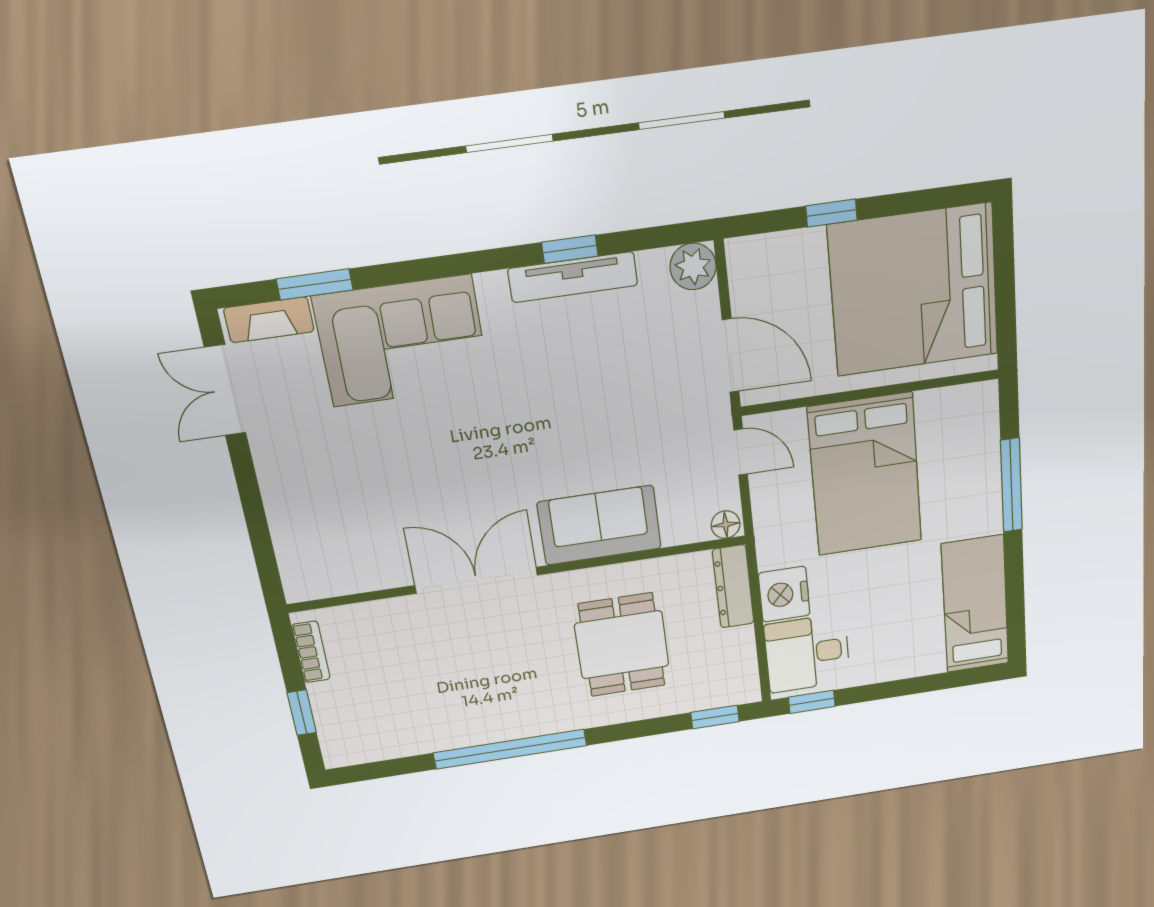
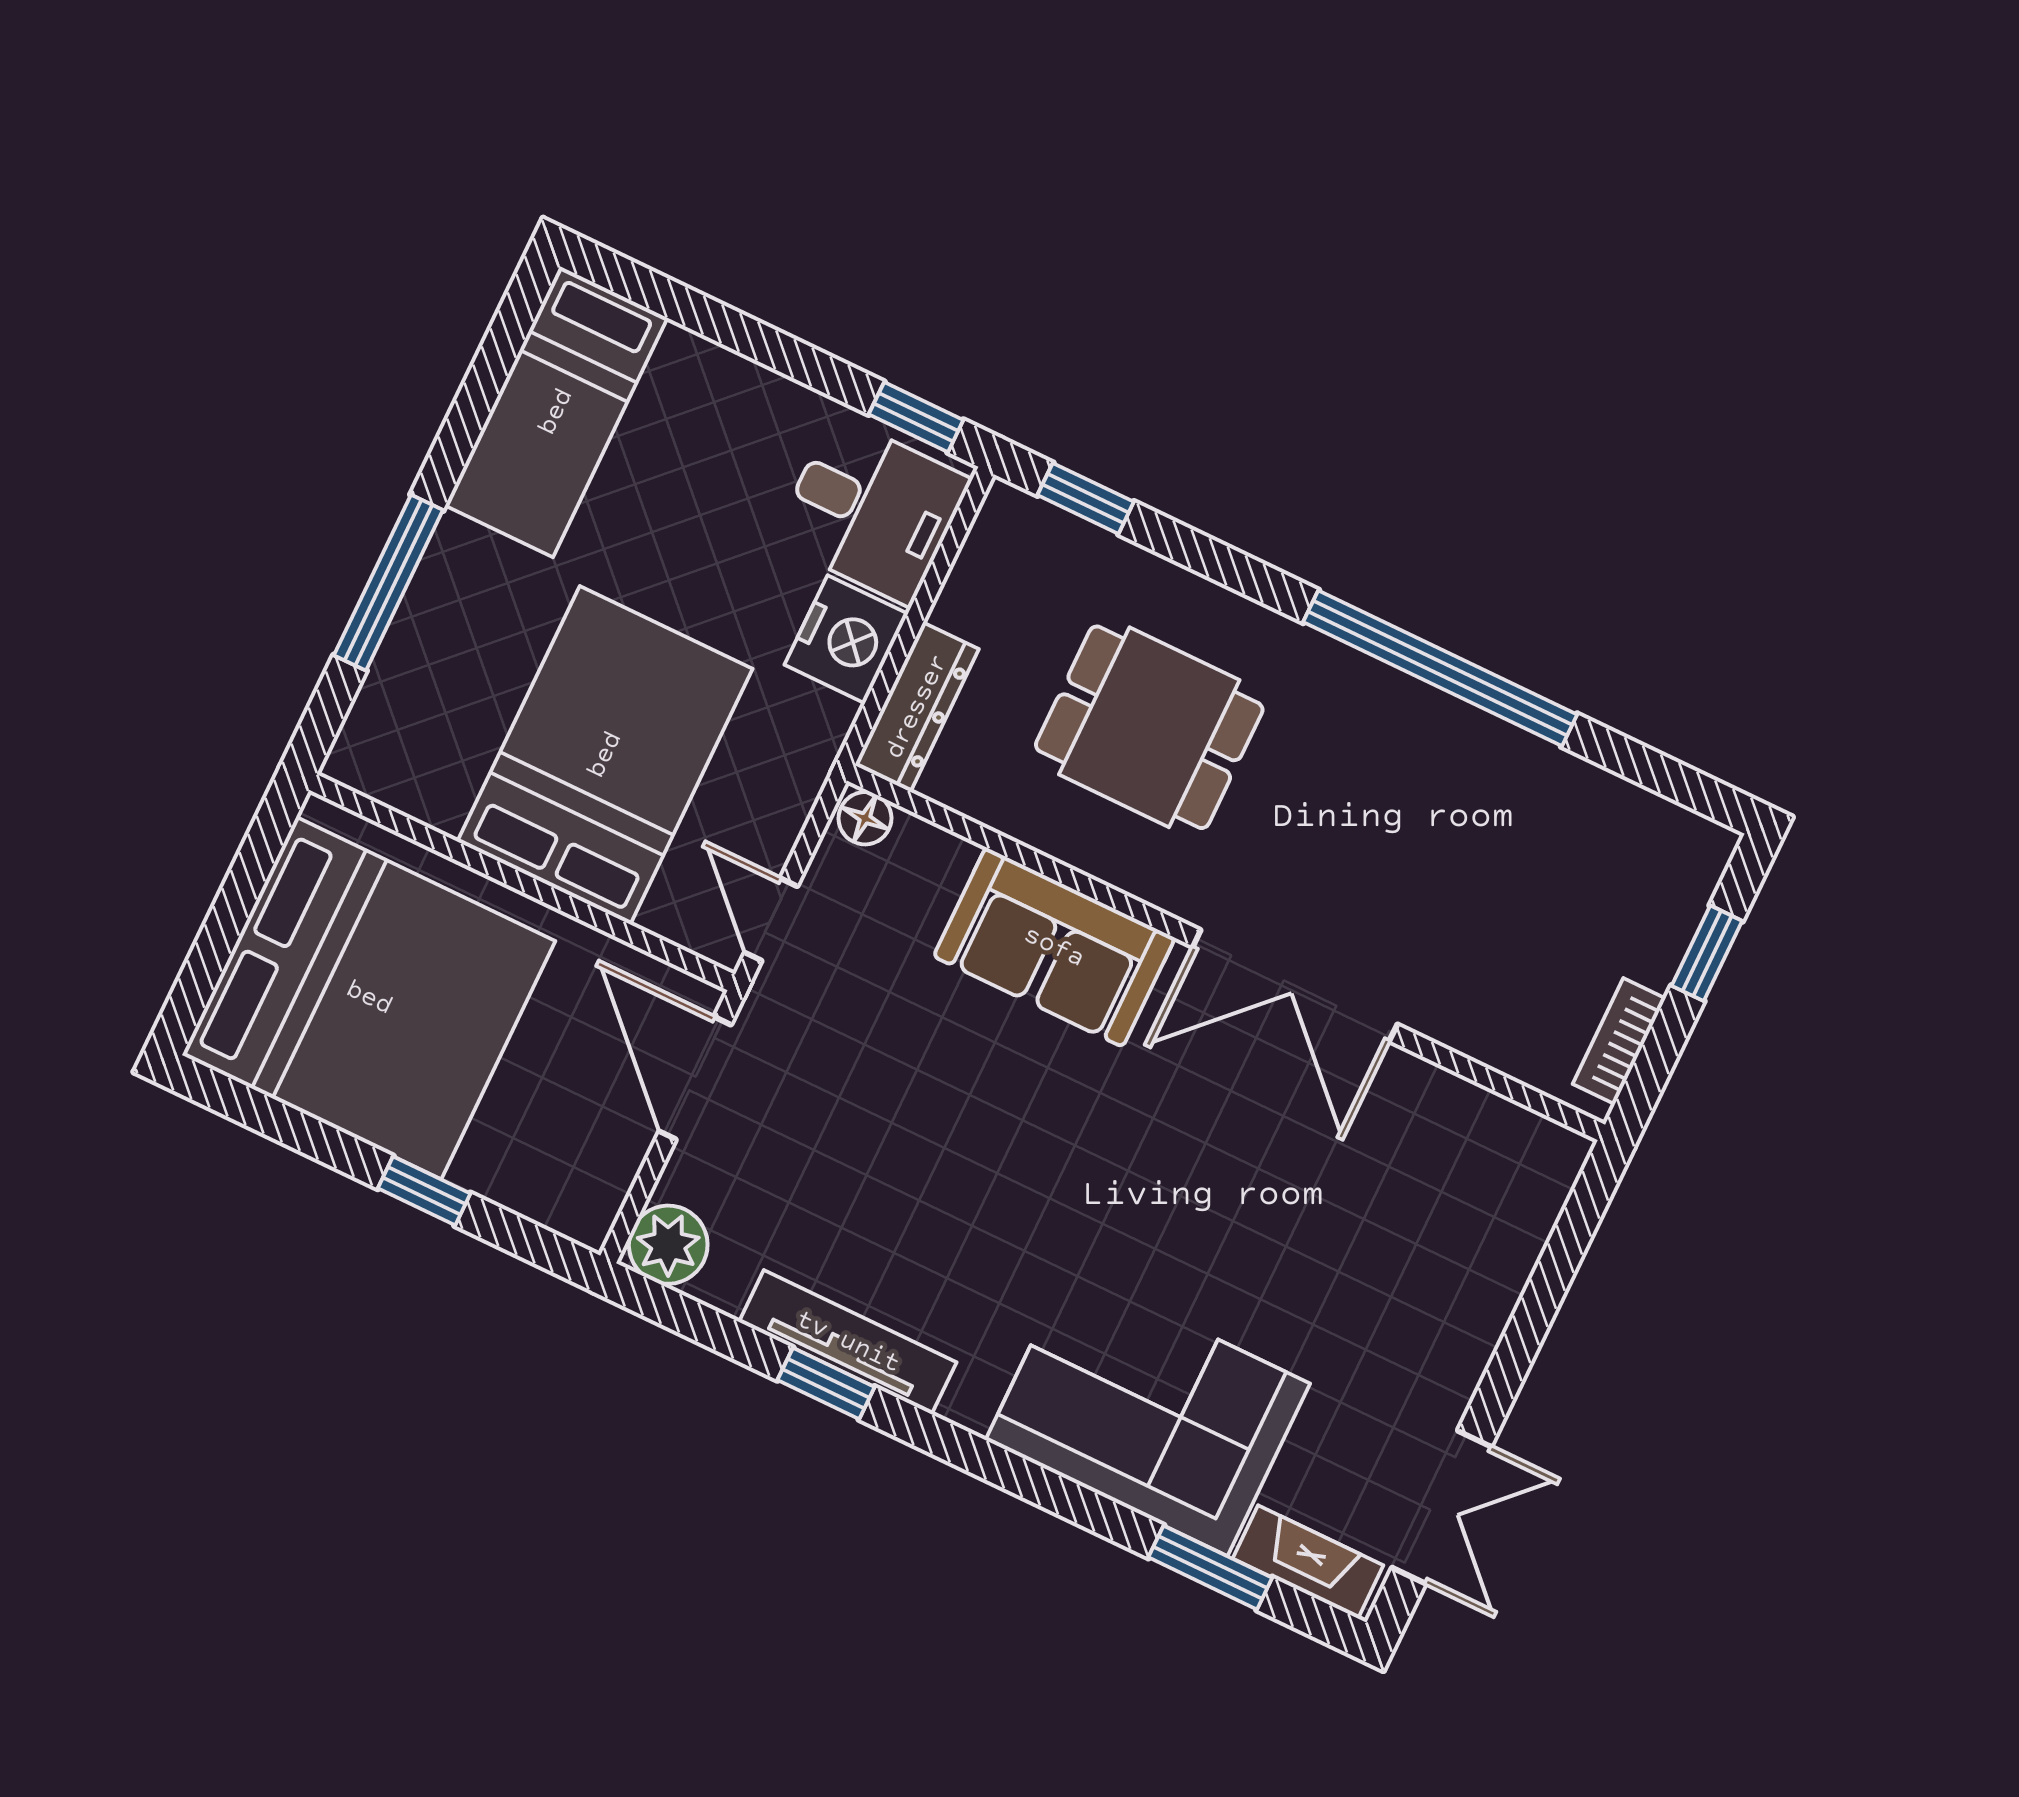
dining table: (622, 645) -> (1149, 727), turned 90

